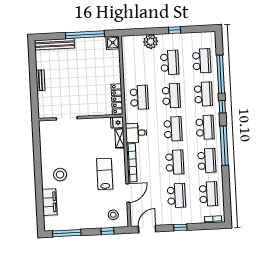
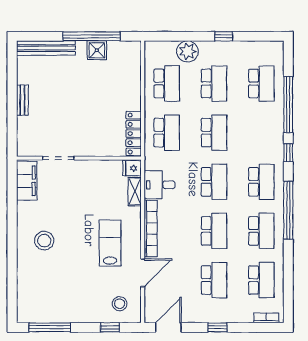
shower: (113, 43) -> (97, 50), moved
school desk: (203, 94) -> (167, 84), moved
filing cabinet: (50, 202) -> (27, 181), moved

